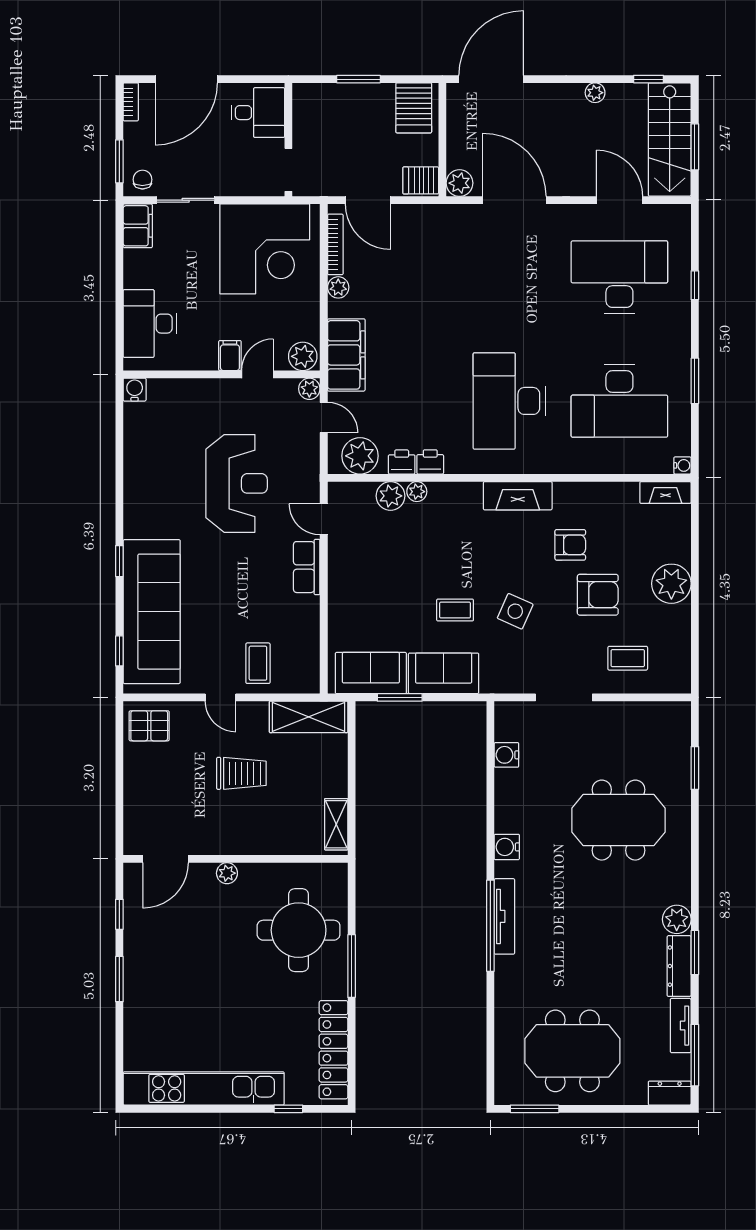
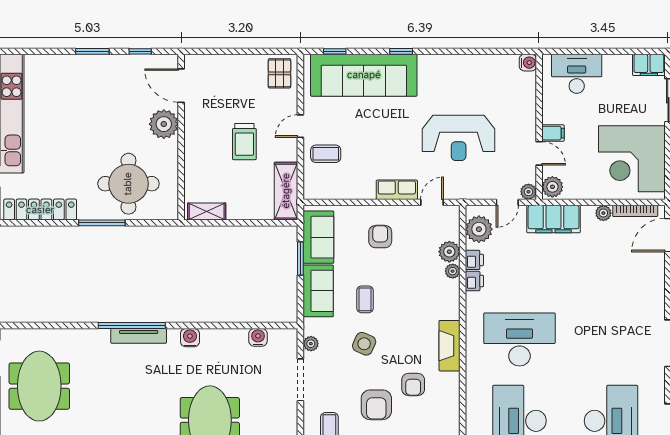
armchair: (370, 589) -> (380, 237), added
plant: (515, 683) -> (311, 344), added
plant: (227, 873) -> (164, 124), width x1.87, depth x1.87

